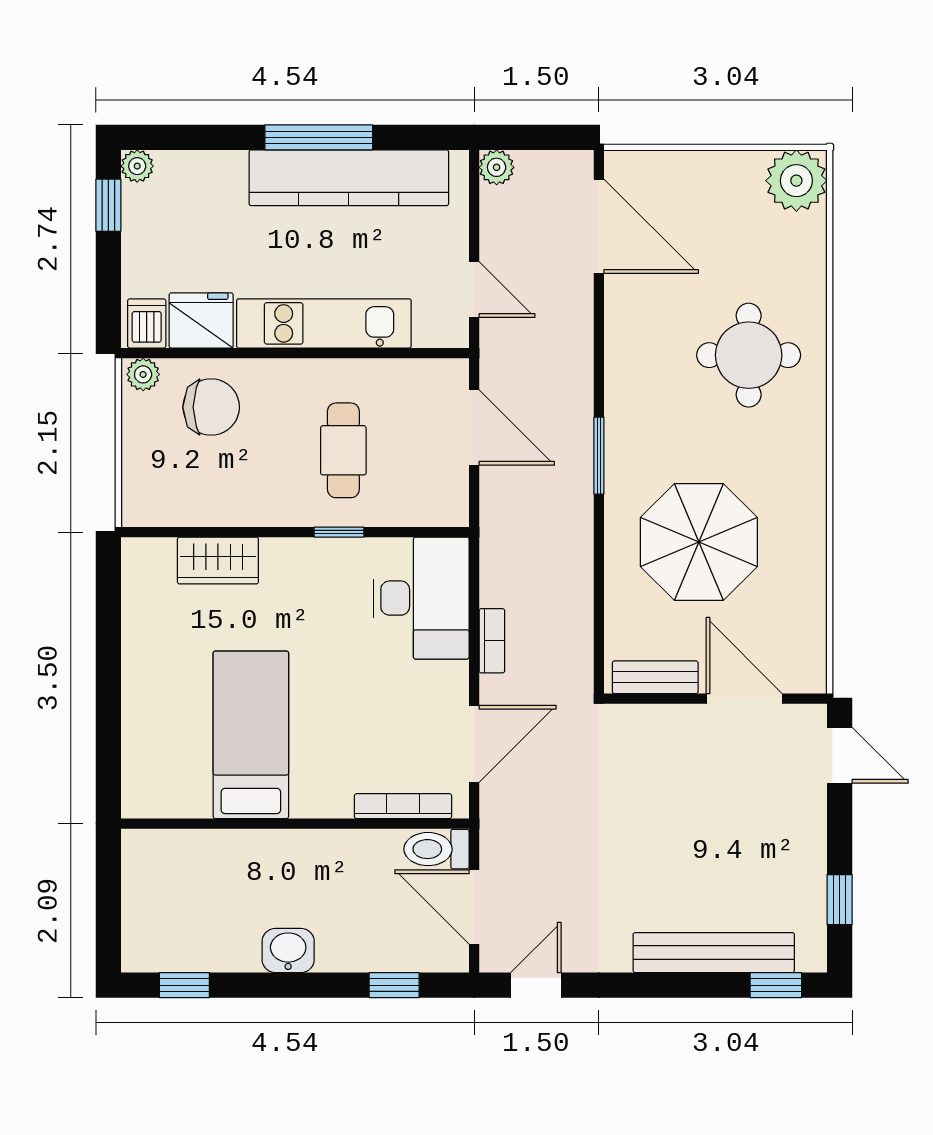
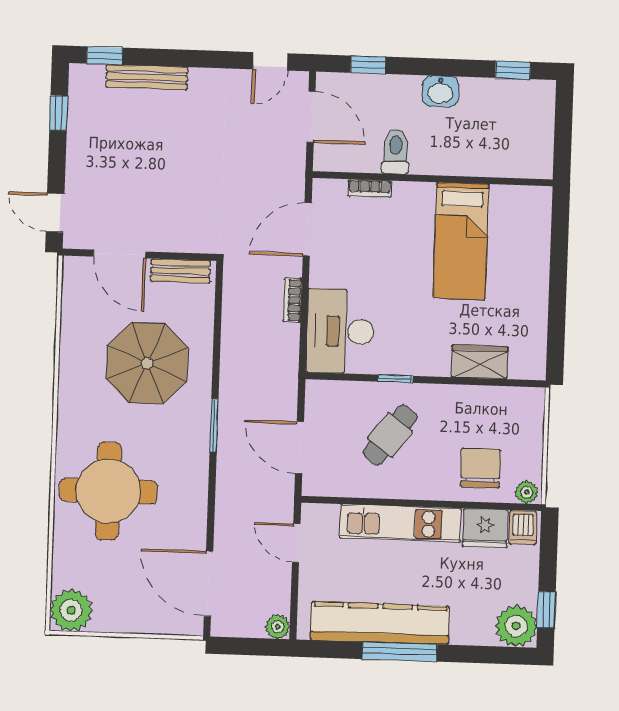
plant: (137, 166) -> (516, 626), width x1.88, depth x1.88
round table: (749, 355) -> (108, 491), width x1.36, depth x1.36
chair: (211, 407) -> (480, 468), turned 90
cafe table: (343, 450) -> (390, 435), turned 37
bookcase: (403, 806) -> (370, 189), width x0.64
toilet: (436, 849) -> (396, 151), moved, turned -90
bench: (714, 953) -> (147, 77), width x0.73, depth x0.82

